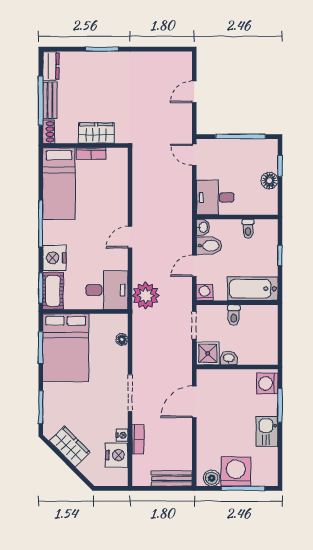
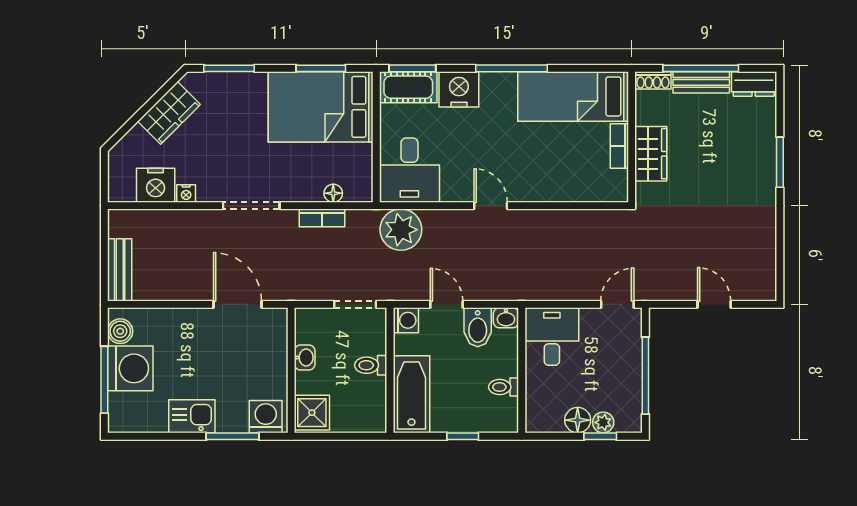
plant: (271, 164) -> (603, 422), added
shower: (208, 353) -> (312, 413), moved
bookcase: (138, 439) -> (322, 218), moved

